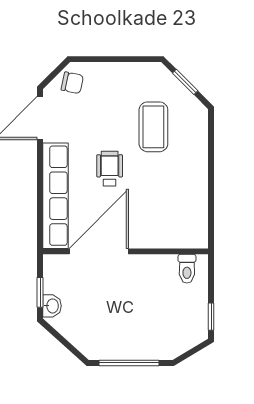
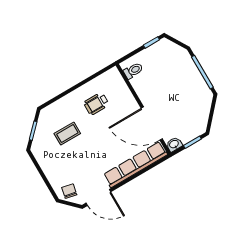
coffee table: (153, 127) -> (67, 134), width x0.73, depth x0.77
wheelchair: (110, 169) -> (96, 104), moved
washbasin: (52, 306) -> (174, 144), moved

